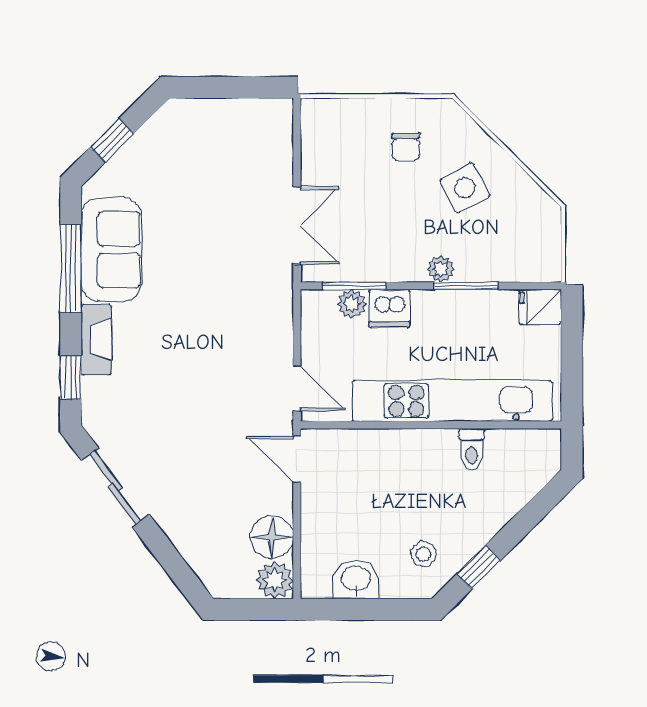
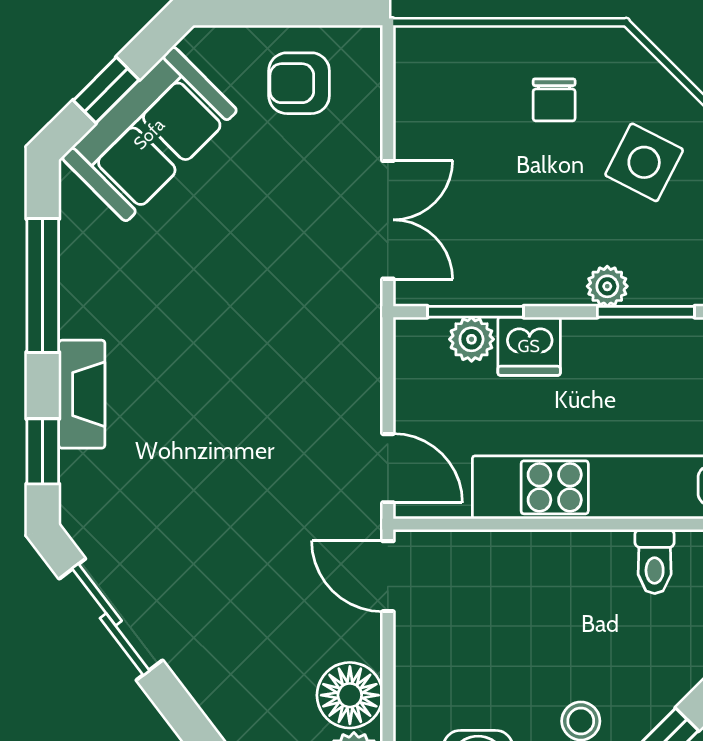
armchair: (239, 136) -> (299, 83), added
side table: (465, 188) -> (644, 162), turned -35
sofa: (111, 250) -> (149, 134), moved, turned 45

